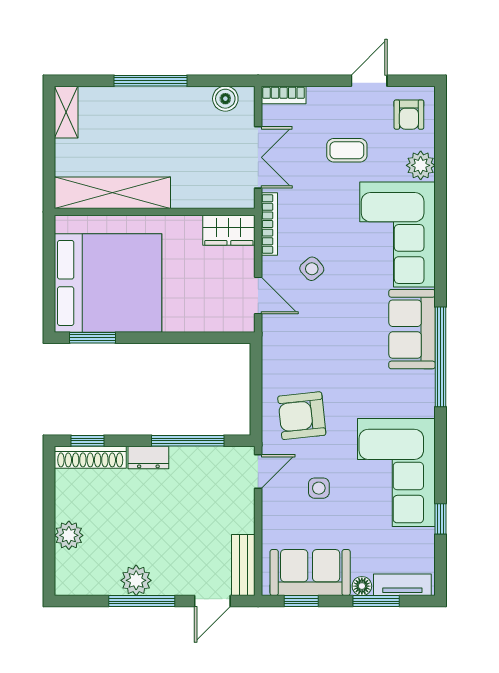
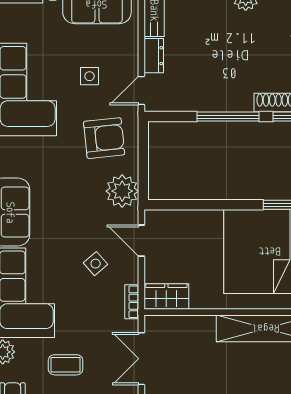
bookcase: (269, 224) -> (132, 302), width x0.64
plant: (281, 354) -> (122, 191), added
window: (188, 441) -> (228, 117), moved
dresser: (148, 458) -> (154, 56), moved, turned 90

